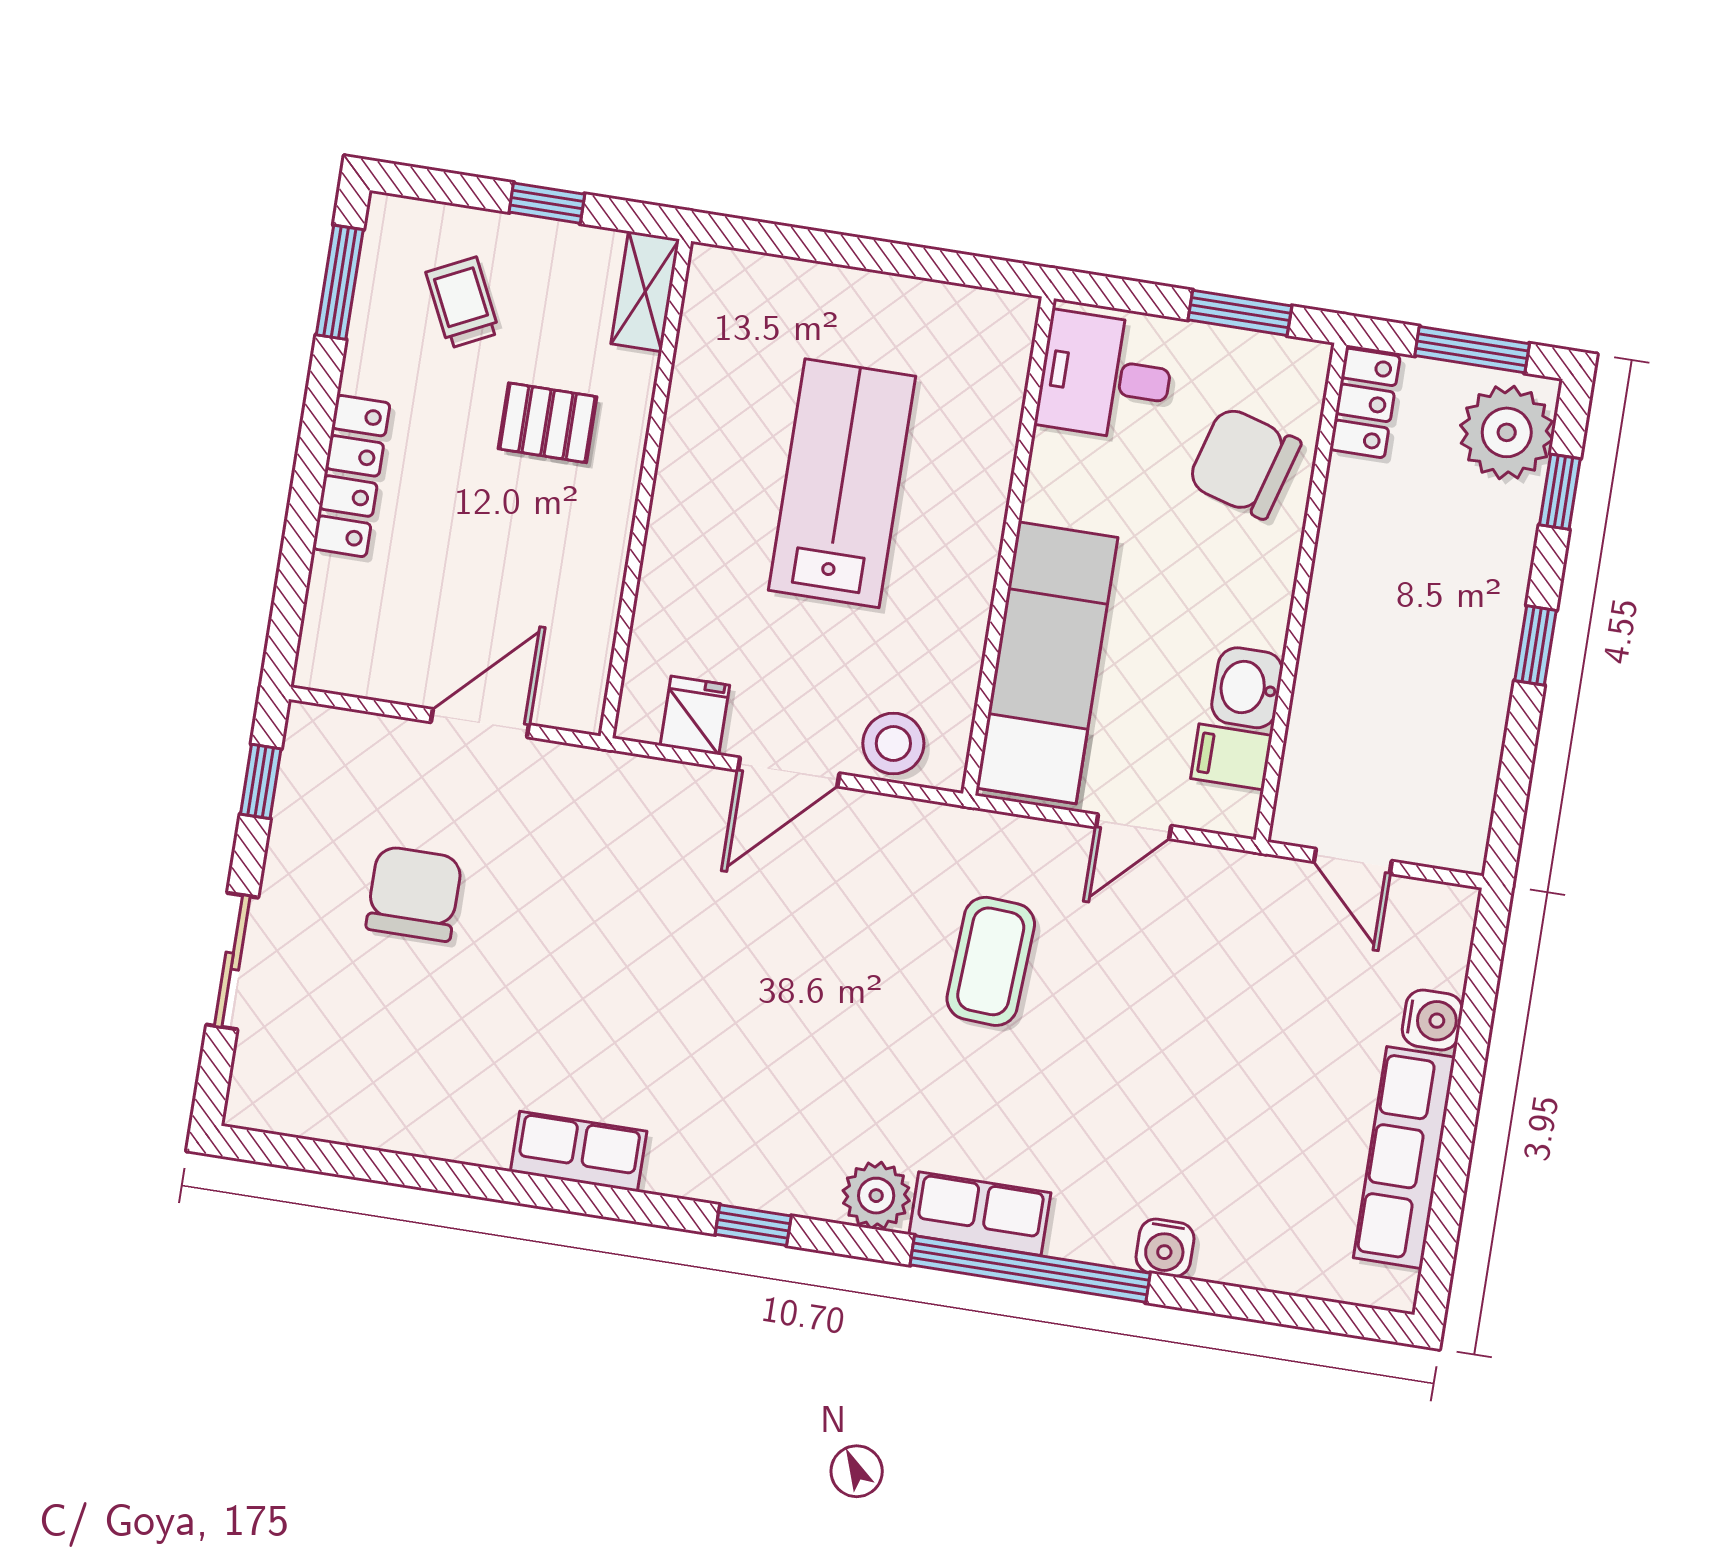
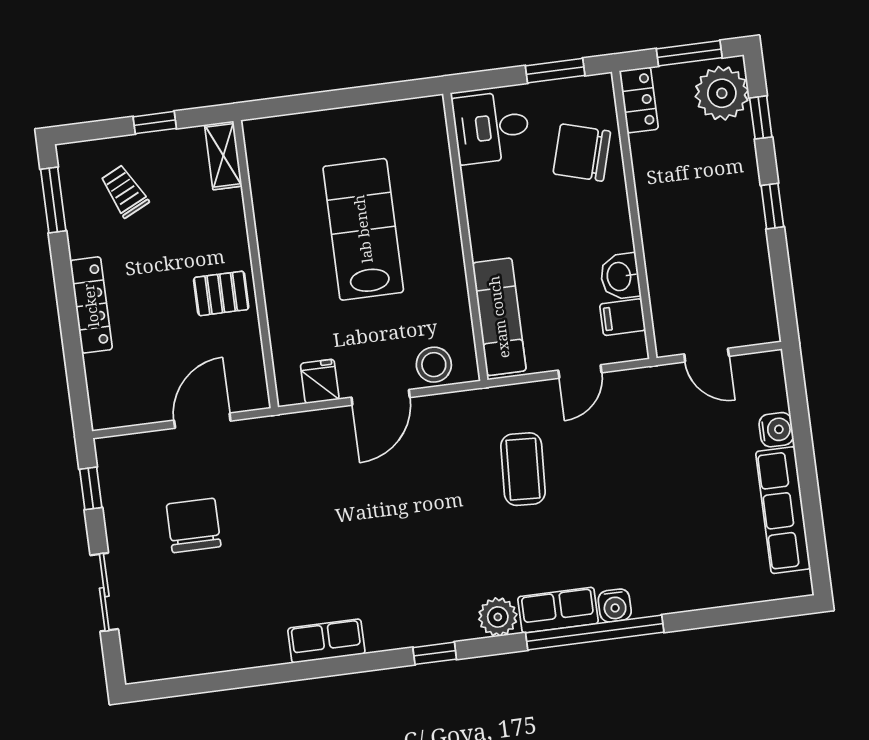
pallet: (548, 423) -> (221, 293), moved
exam couch: (1047, 663) -> (499, 317), width x0.73, depth x0.69
water cooler: (1165, 1248) -> (615, 605), moved

